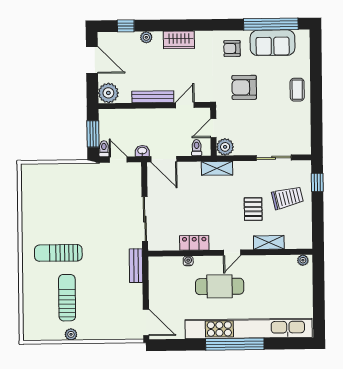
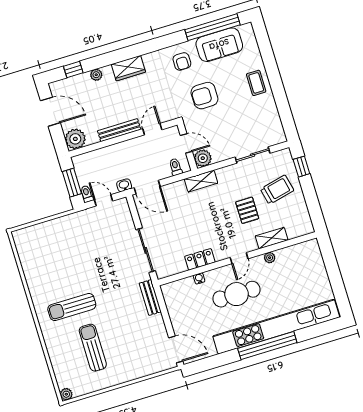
armchair: (232, 48) -> (182, 61), turned -90
door: (213, 128) -> (186, 143), swing flipped
plant: (303, 260) -> (270, 258), moved
plant: (71, 334) -> (66, 394), moved

